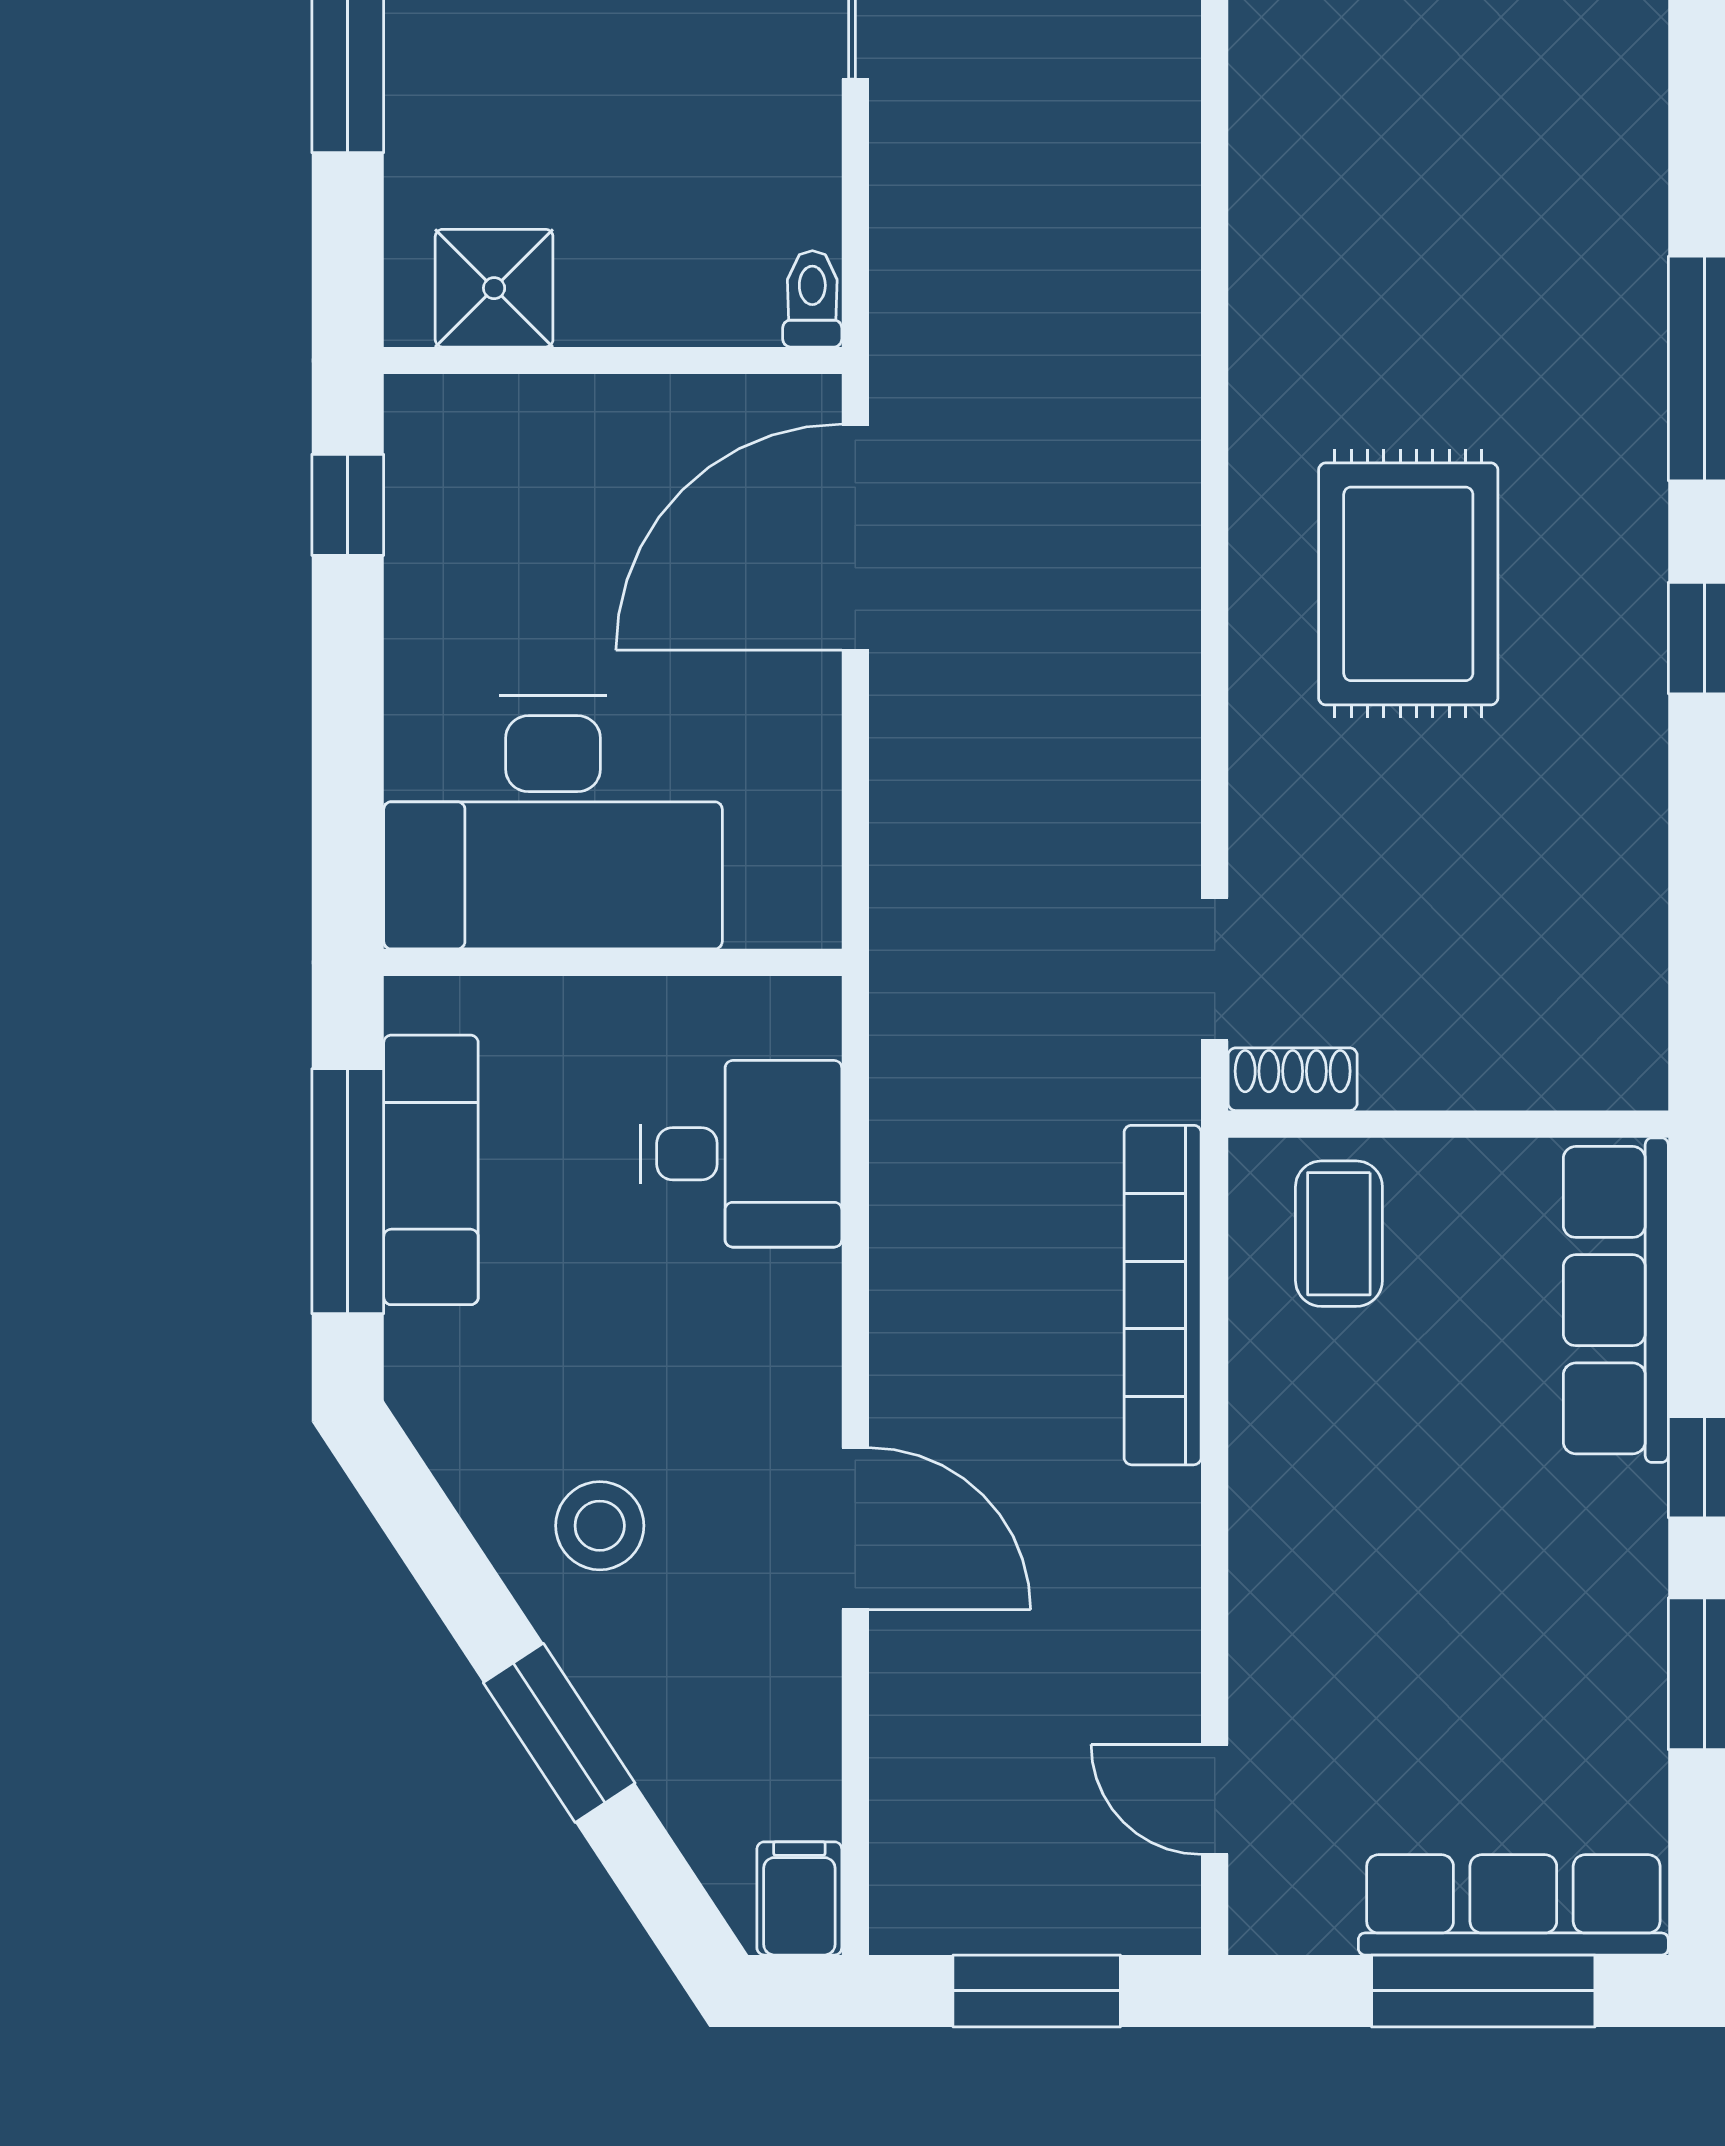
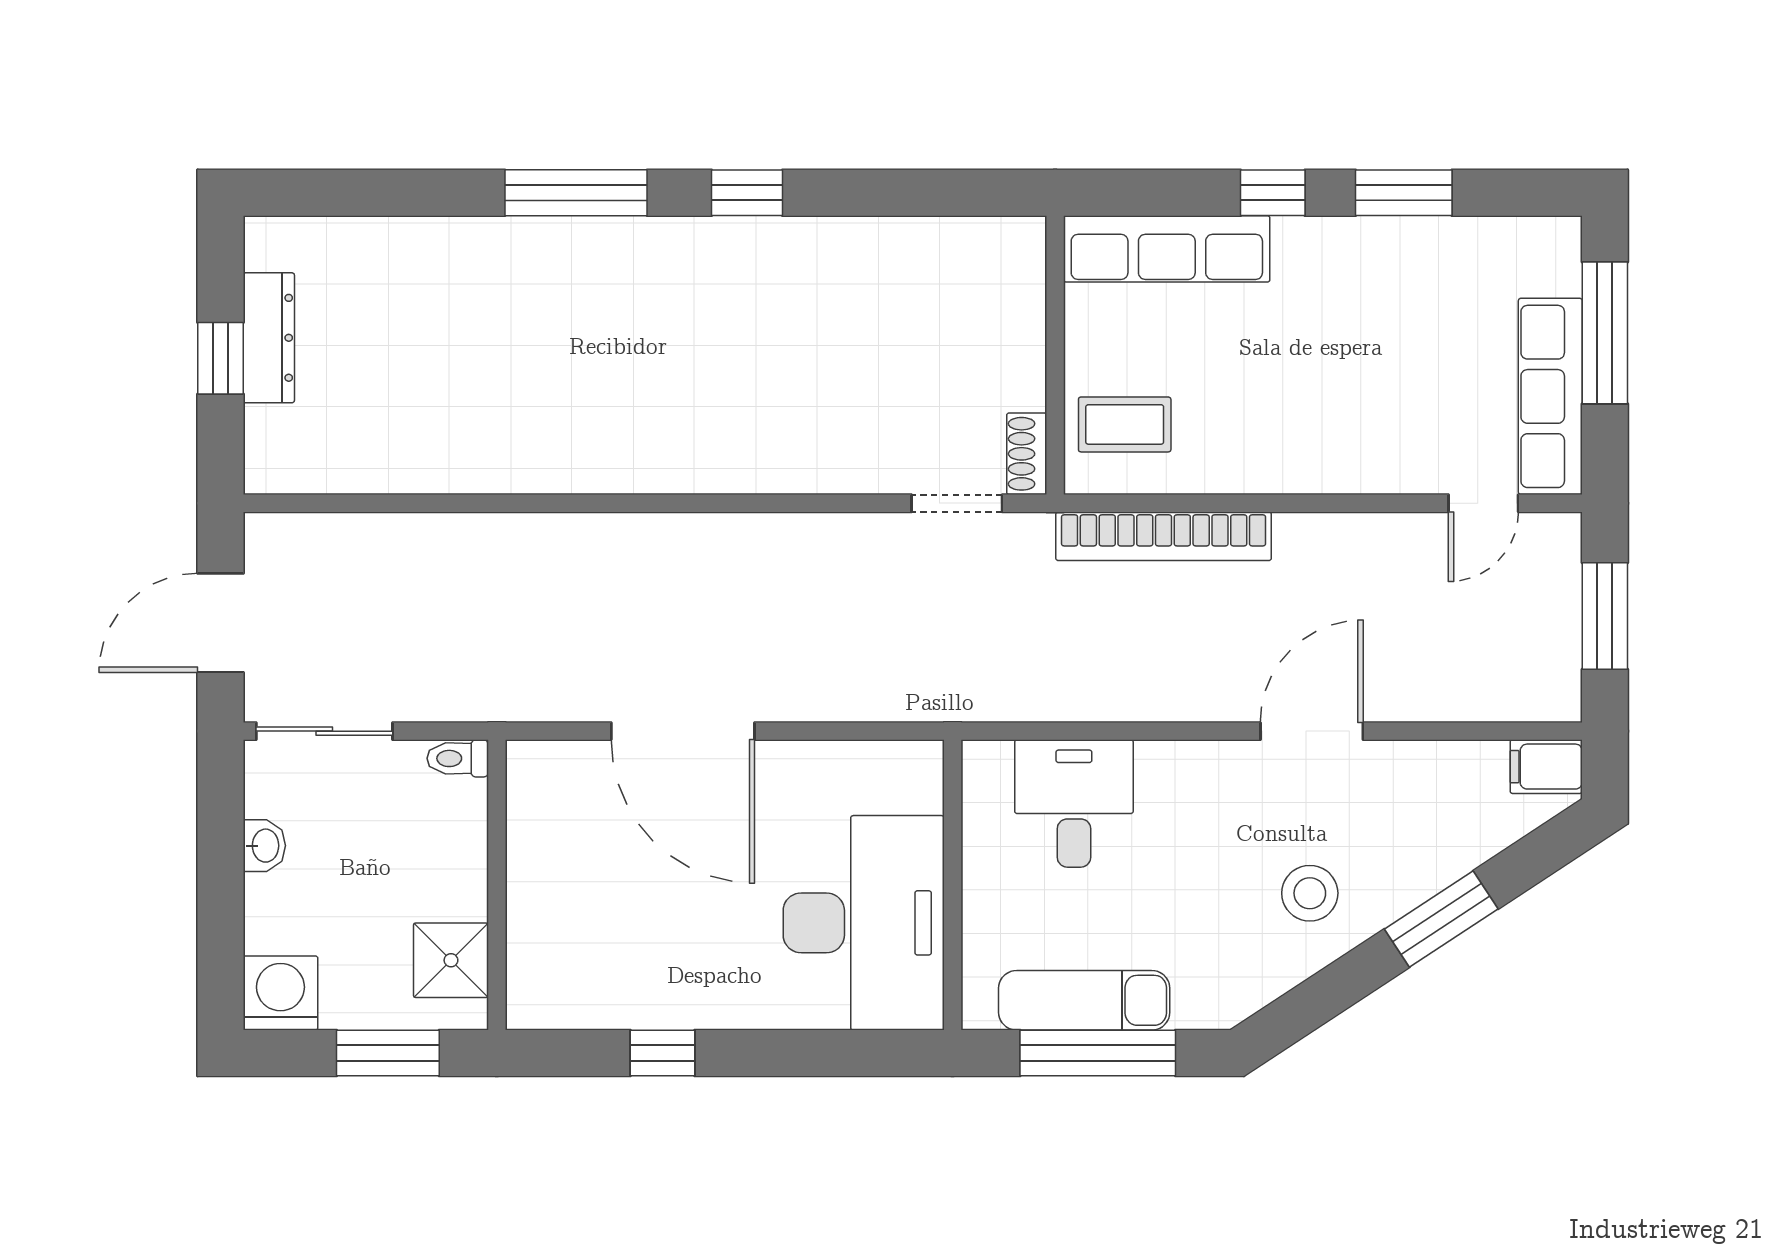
shower: (494, 288) -> (451, 960), moved
toilet: (812, 299) -> (458, 758), moved
wall: (613, 360) -> (497, 885), moved
rug: (1408, 584) -> (713, 380), removed
row of seats: (1513, 1905) -> (1550, 396), moved

